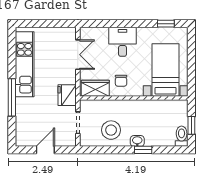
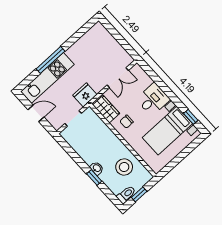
kitchen unit: (25, 64) -> (47, 78), moved
bed with nightstands: (166, 70) -> (167, 131), moved, turned 180
stool: (111, 130) -> (124, 167), moved

